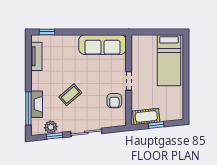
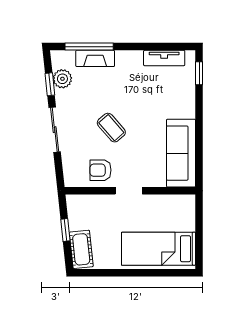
coffee table: (70, 95) -> (111, 128), moved
cot: (146, 116) -> (81, 249), moved

